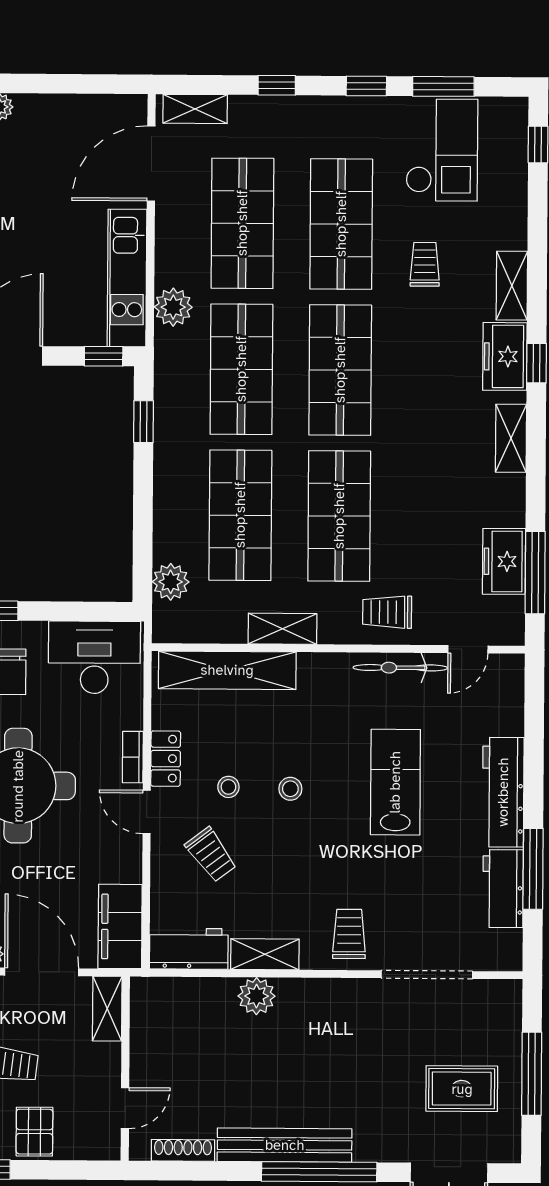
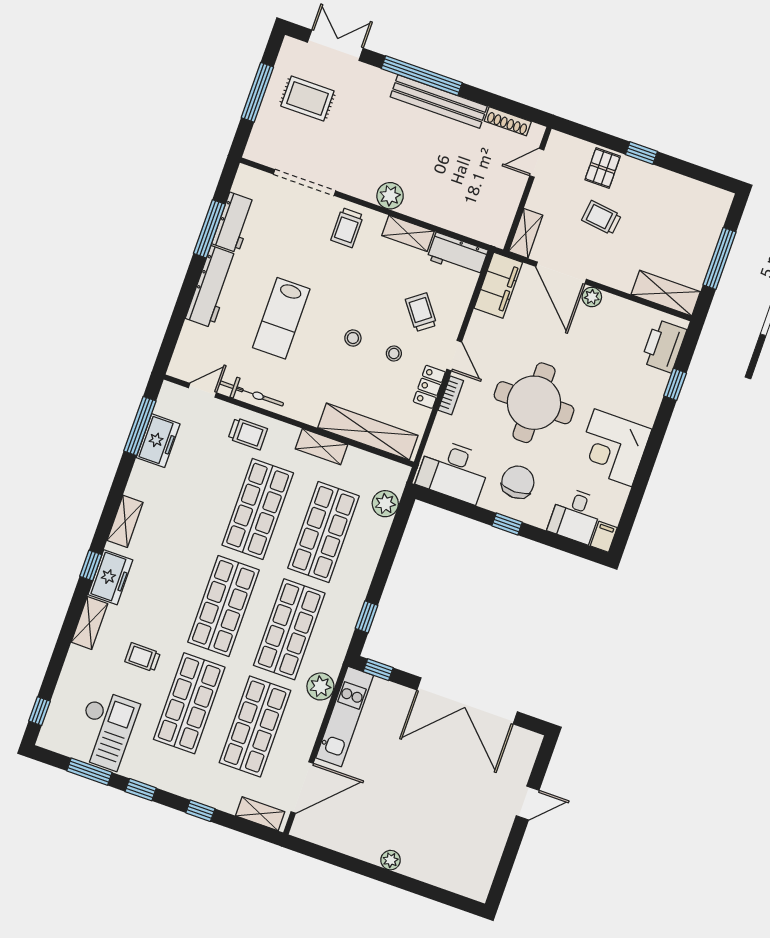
checkout: (442, 150) -> (105, 730), turned 180
trolley: (425, 264) -> (143, 657), turned 90
plant: (257, 996) -> (390, 196), moved

